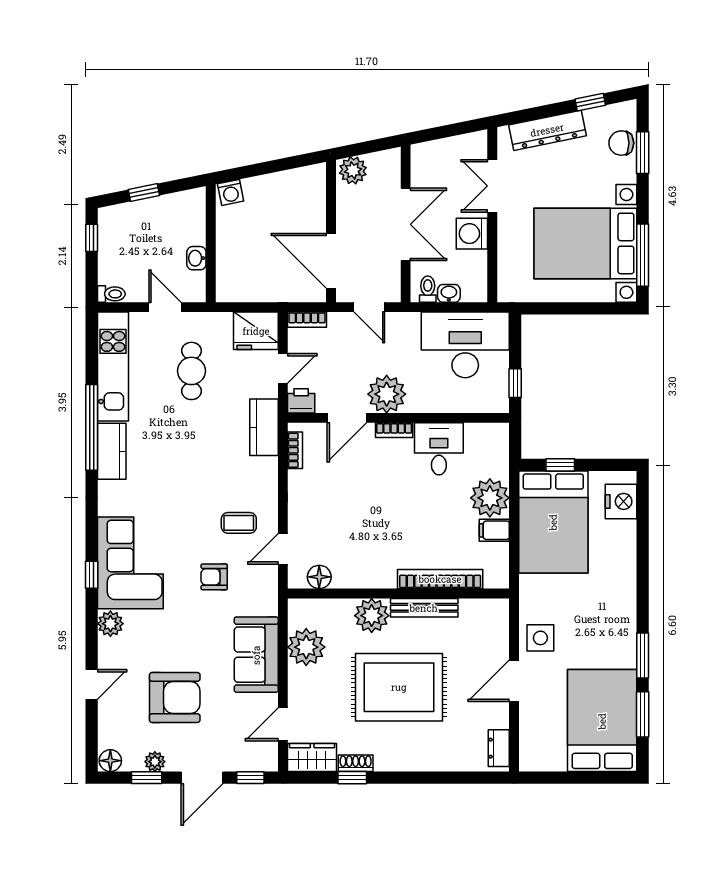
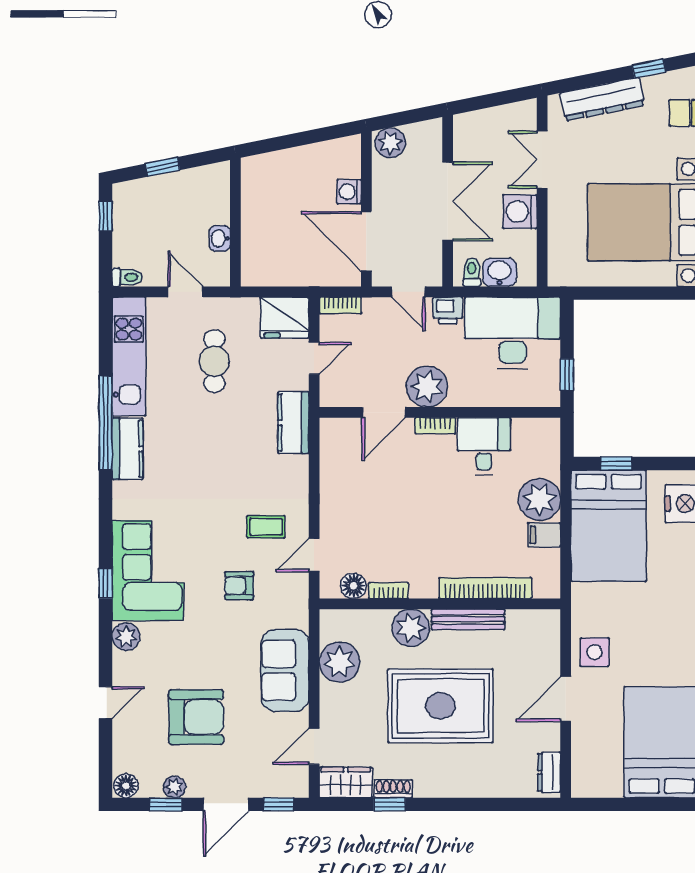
washing machine: (231, 192) -> (349, 192), moved, turned 101
washbasin: (449, 293) -> (499, 272), width x1.38, depth x1.45
printer: (301, 401) -> (448, 310), moved, turned 180
bookcase: (295, 450) -> (388, 591), moved, turned -90

